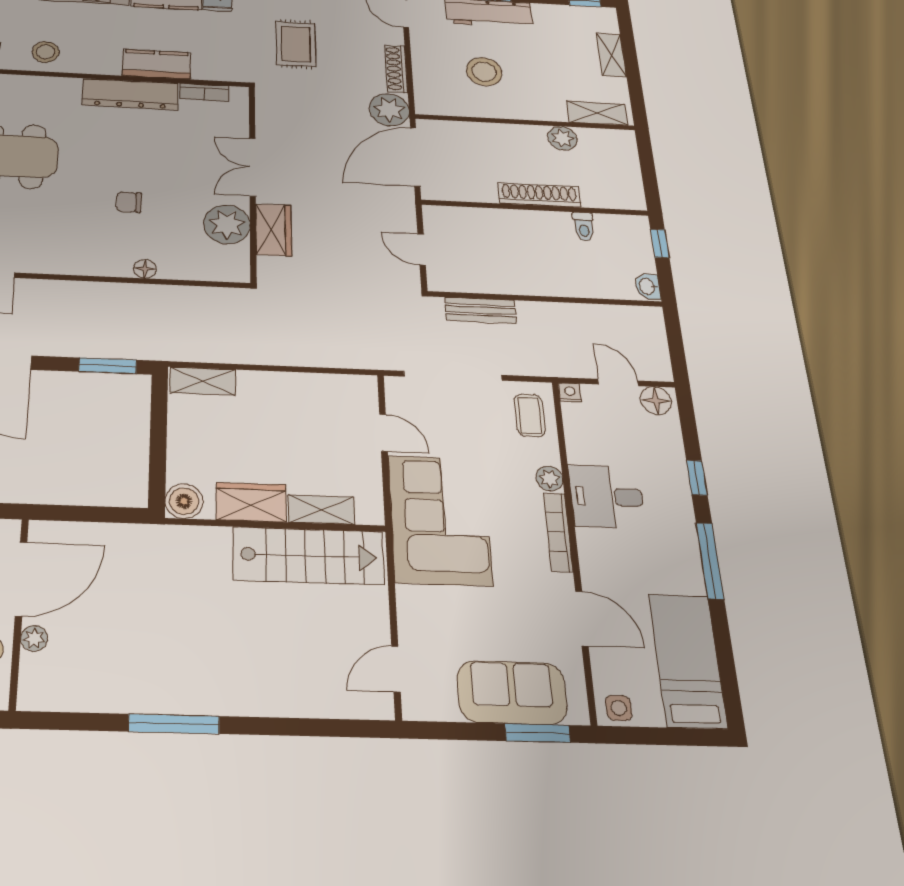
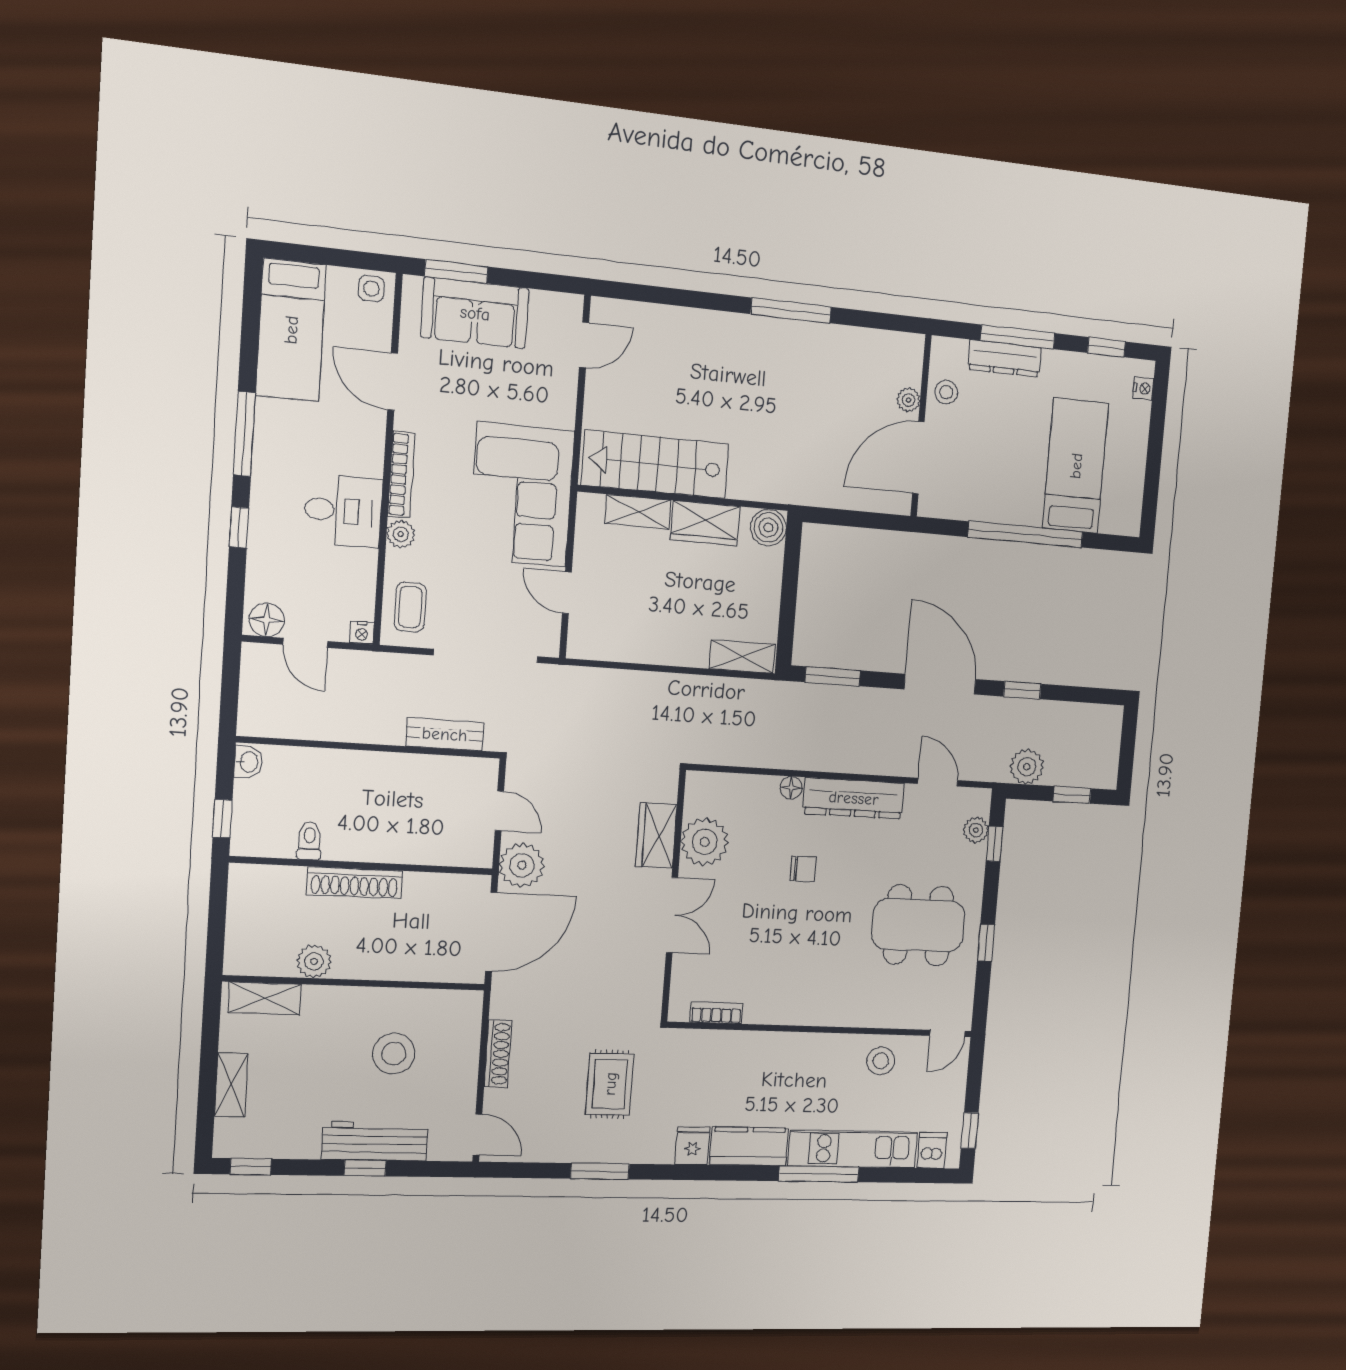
kitchen counter: (157, 64) -> (765, 1049), removed
dresser: (130, 94) -> (854, 798), moved, turned 180
plant: (389, 110) -> (522, 865), moved

